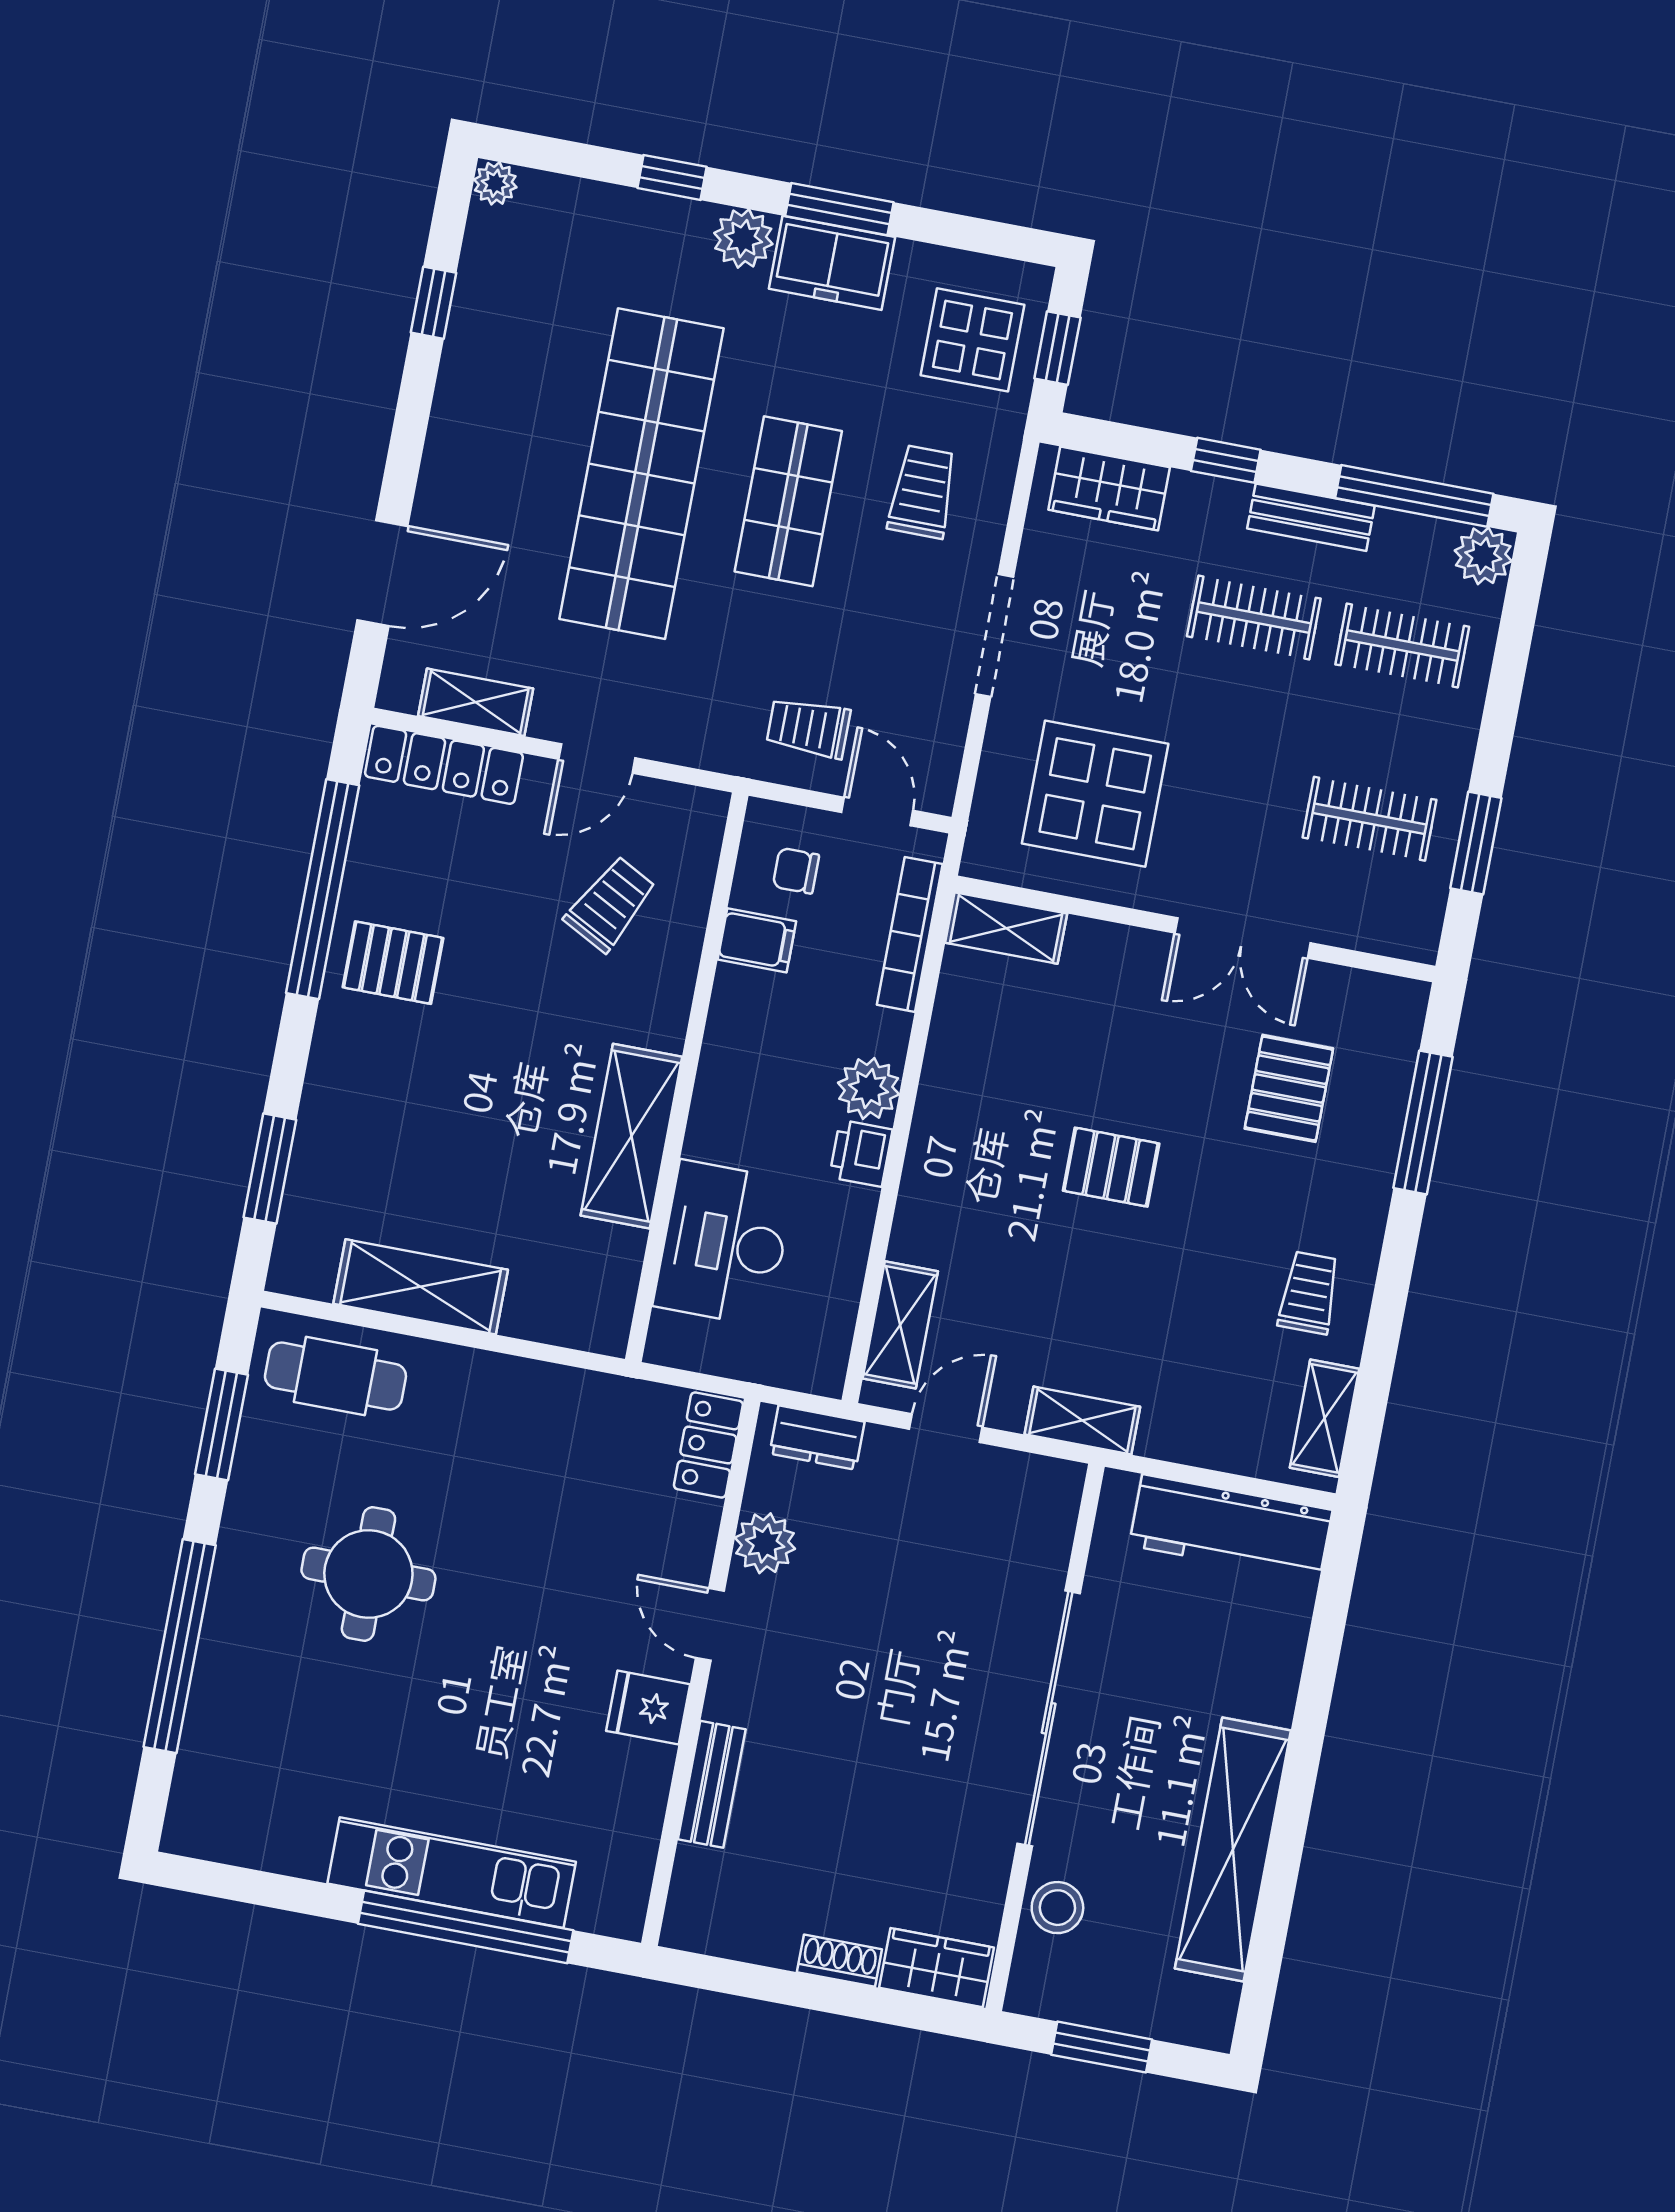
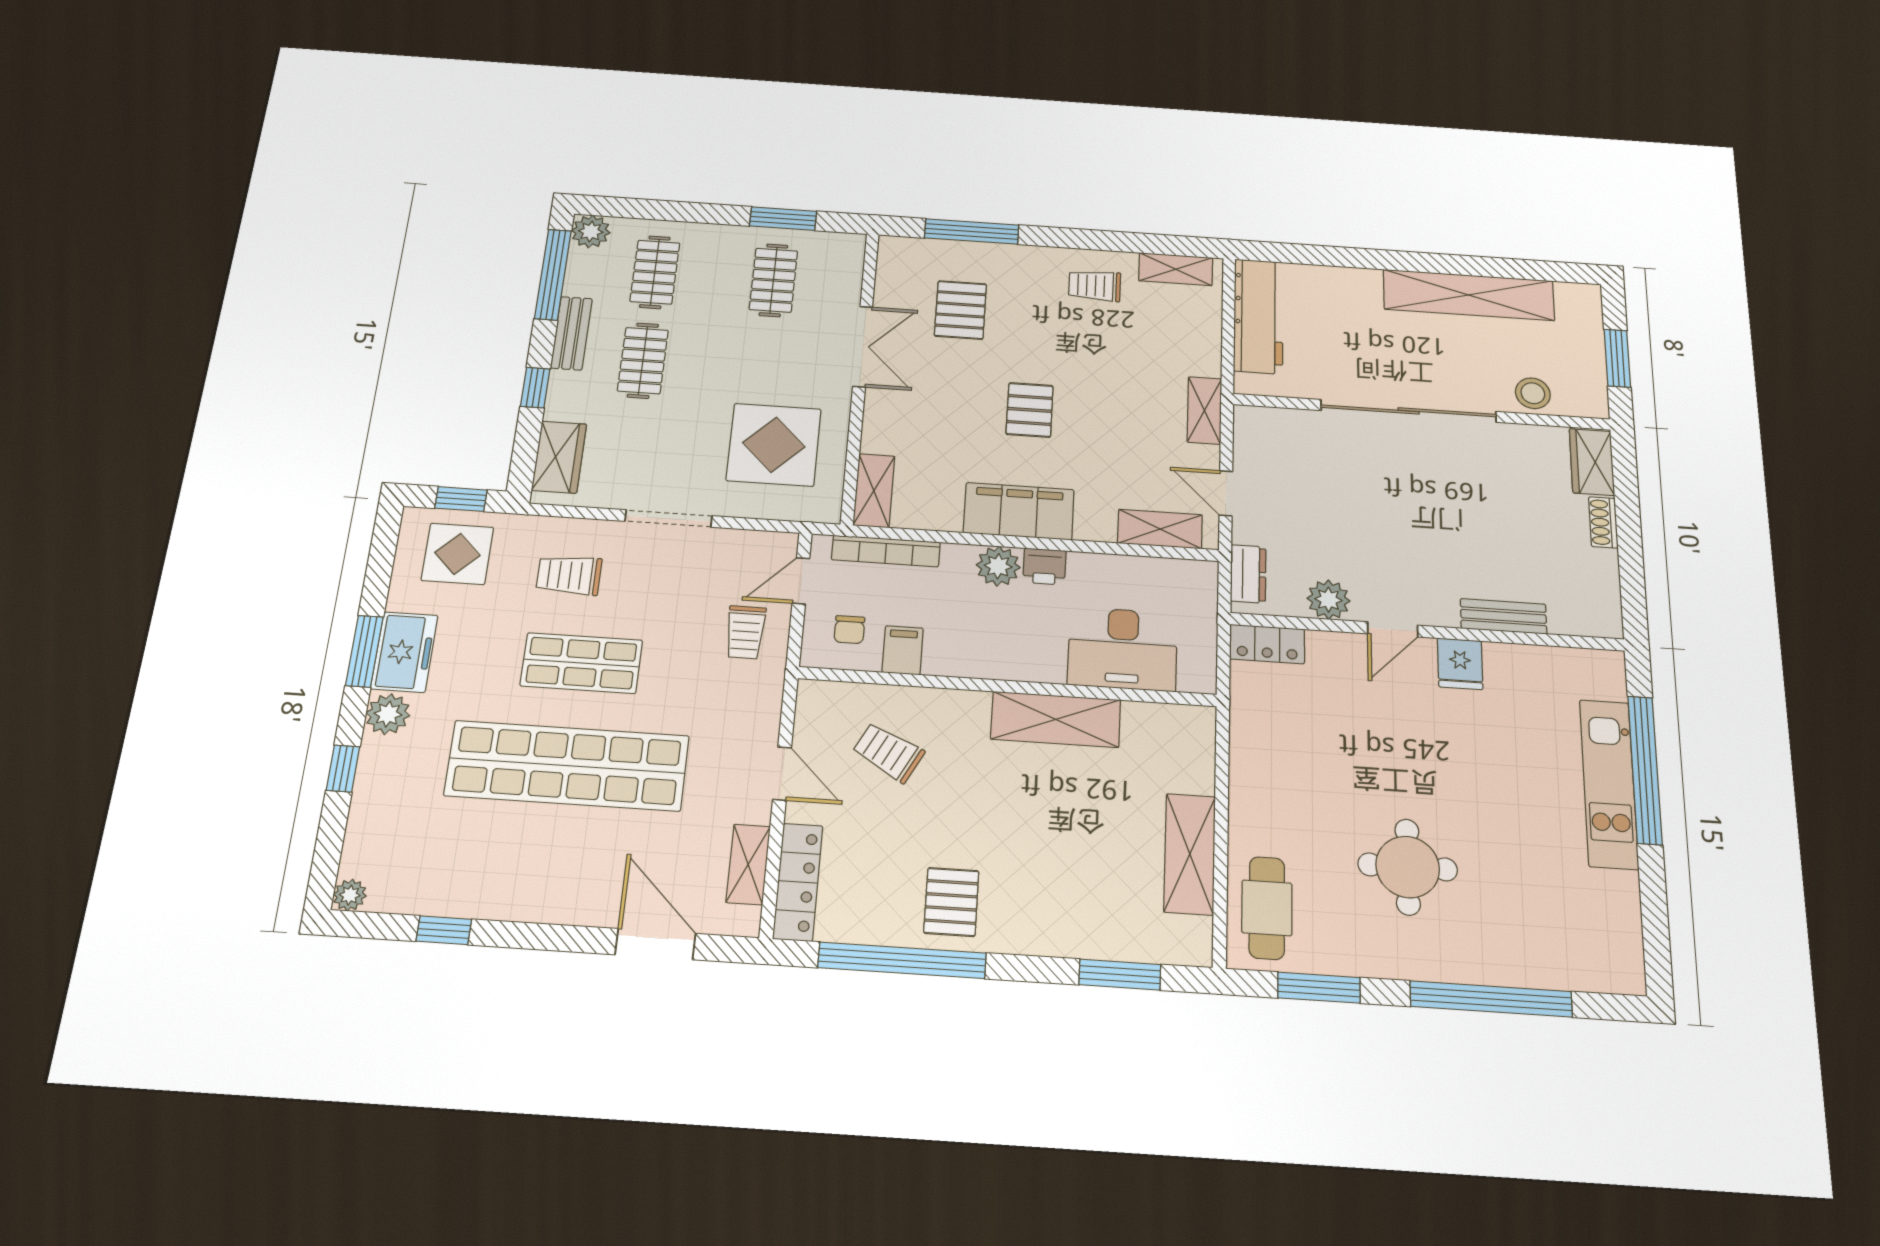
pallet: (1289, 1088) -> (960, 310), turned 90
filing cabinet: (951, 1129) -> (1019, 511), added

